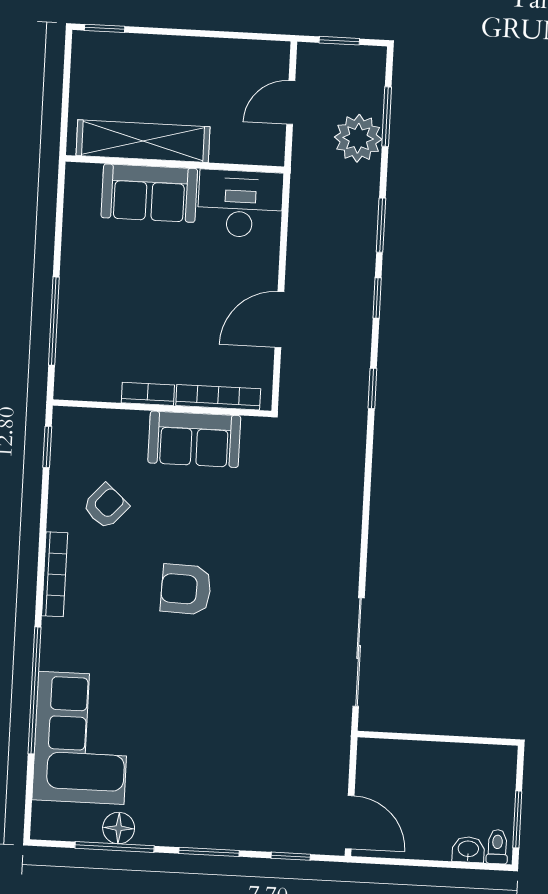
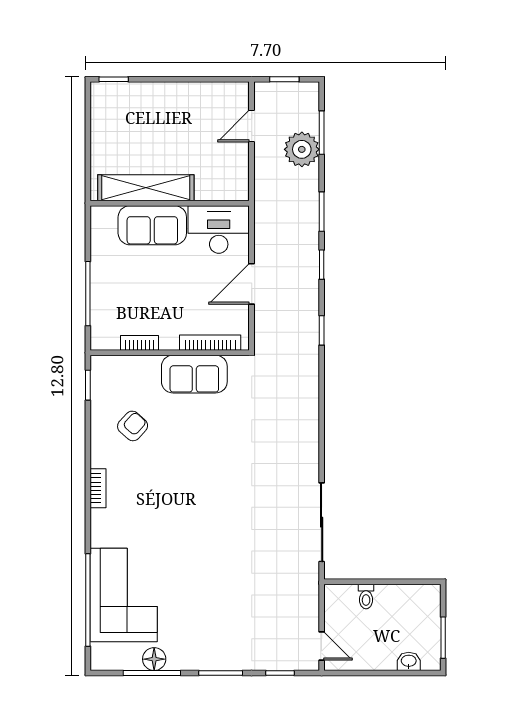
shelving: (143, 141) -> (146, 188), moved
wall: (175, 164) -> (170, 203), moved
sofa: (149, 193) -> (152, 225), moved
desk: (240, 204) -> (219, 229), moved
bookcase: (148, 394) -> (140, 343), moved
bookcase: (55, 574) -> (98, 488), width x0.64
armchair: (186, 589) -> (194, 483), removed
window: (34, 690) -> (88, 600), moved
door: (350, 822) -> (322, 646), width x0.73
toilet: (497, 847) -> (366, 597), moved, turned 180

